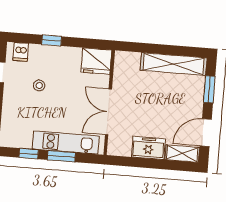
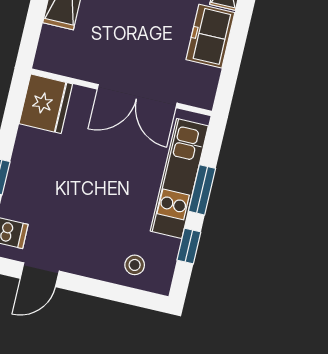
stool: (39, 85) -> (135, 265), moved

